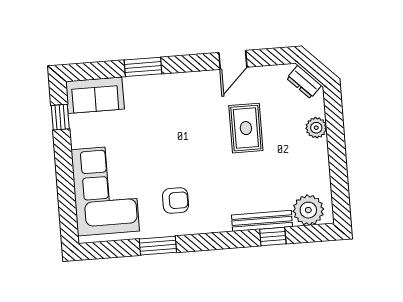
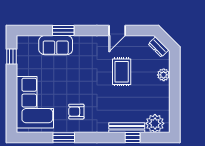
sofa: (95, 95) -> (56, 45), moved
armchair: (176, 200) -> (76, 112), turned 180

